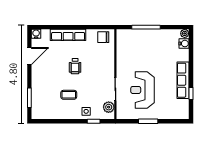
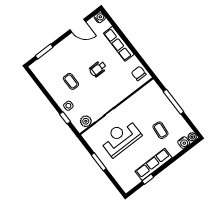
coffee table: (161, 54) -> (160, 130), added

